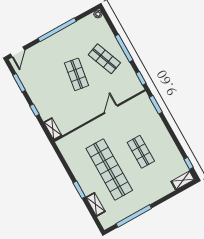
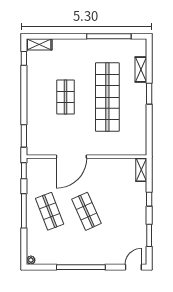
shop shelf: (77, 74) -> (86, 211), turned -33
door: (111, 109) -> (71, 157), width x1.87

